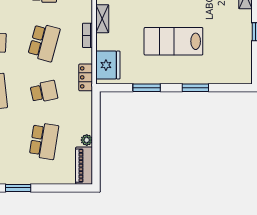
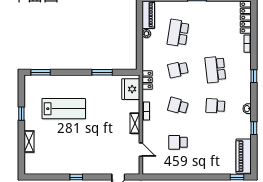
lab bench: (173, 41) -> (64, 109), moved
school desk: (44, 42) -> (178, 106), width x0.54
window: (195, 88) -> (41, 72), moved

